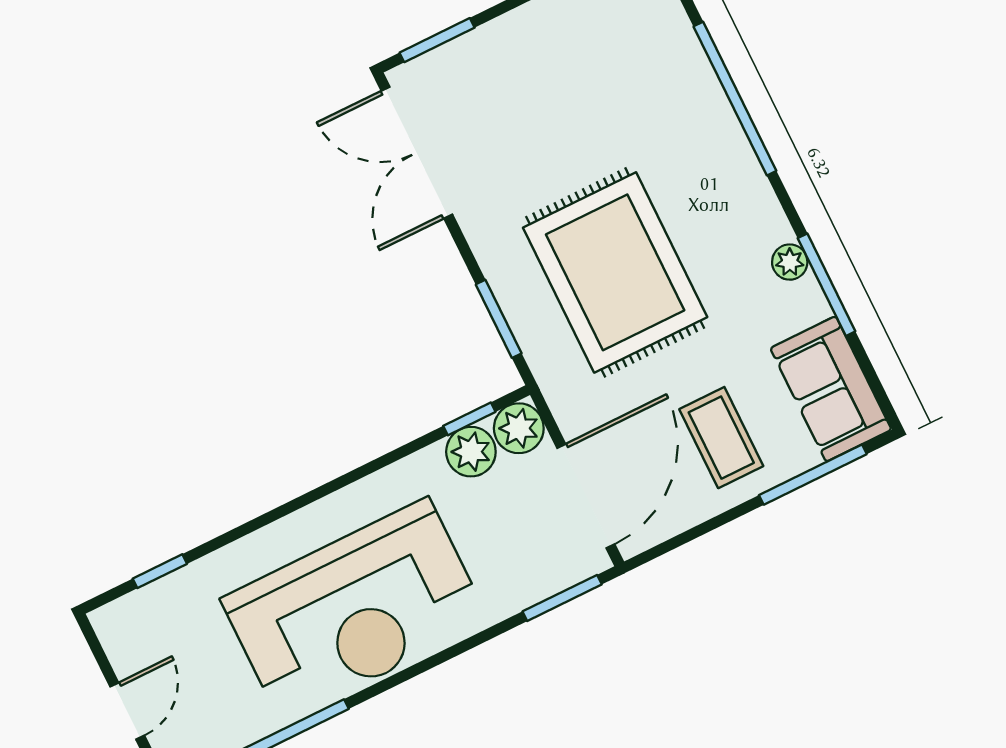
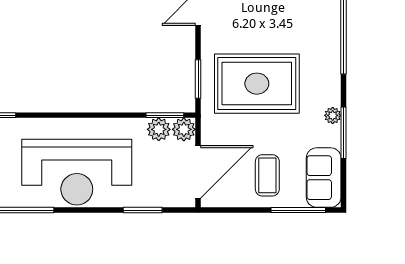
rug: (615, 272) -> (257, 84), turned 90
window: (469, 419) -> (165, 115), width x1.50
window: (562, 598) -> (143, 210), moved

